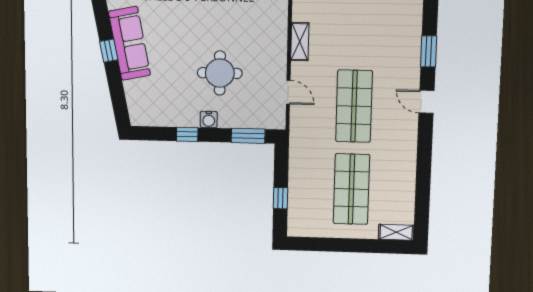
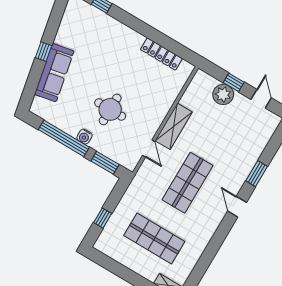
shelving: (300, 42) -> (174, 126), width x1.50, depth x1.33
sofa: (129, 43) -> (54, 73), moved
window: (187, 134) -> (64, 138), width x3.17
shop shelf: (351, 189) -> (154, 239), turned 90

